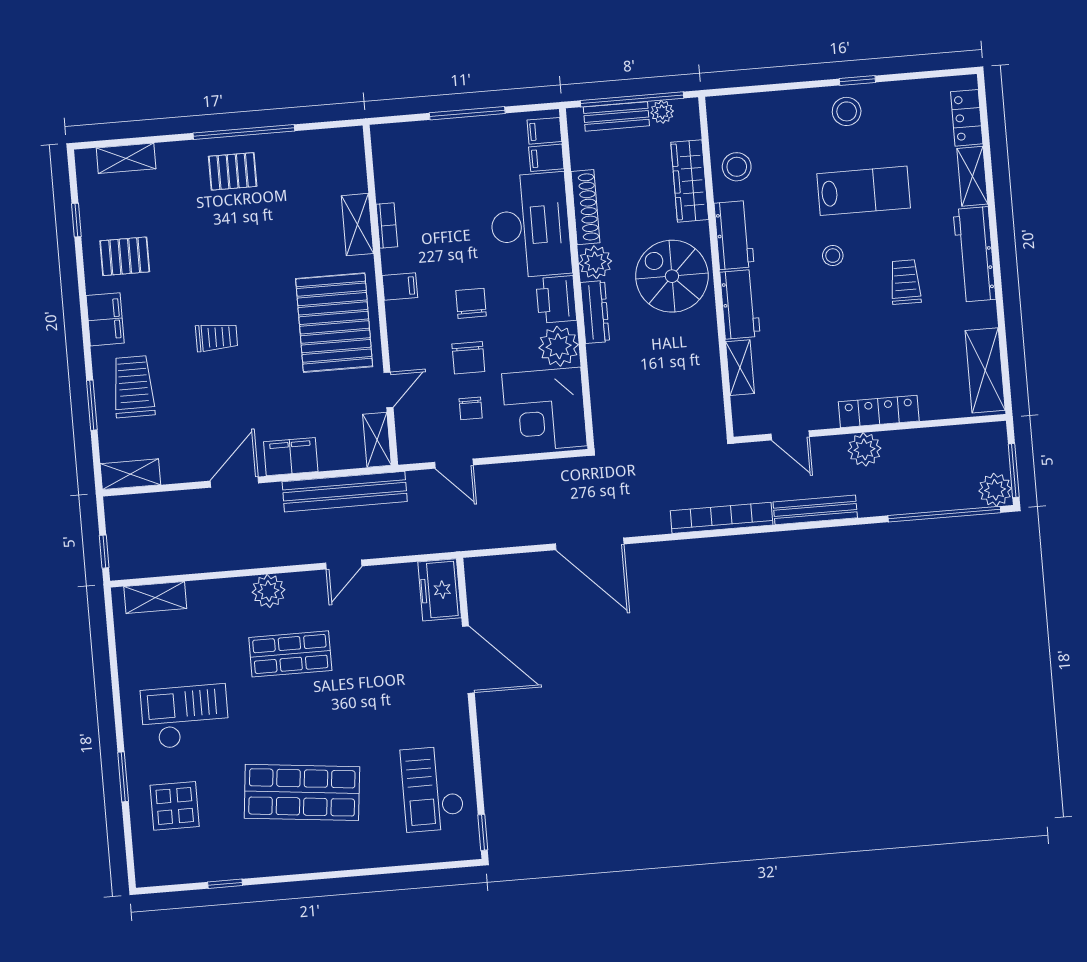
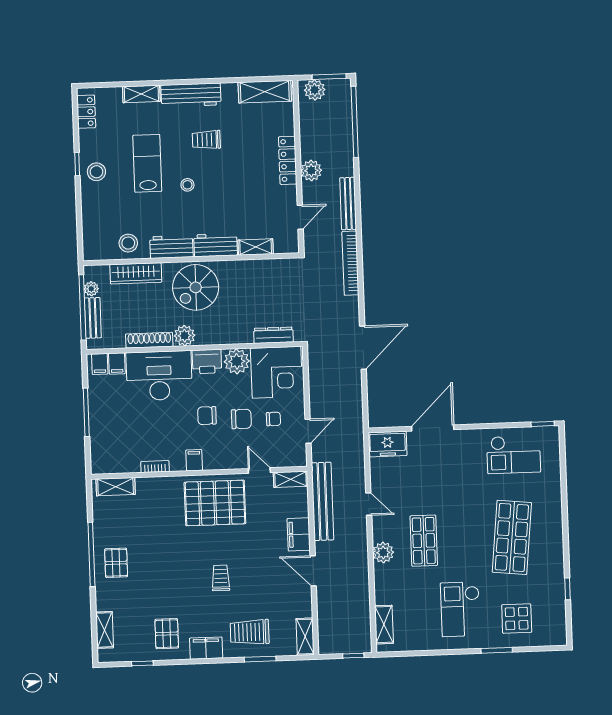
locker: (967, 118) -> (86, 112), moved, turned -90
shelving: (357, 225) -> (116, 487), moved
dresser: (595, 312) -> (273, 335), moved
plant: (995, 490) -> (315, 90), moved

